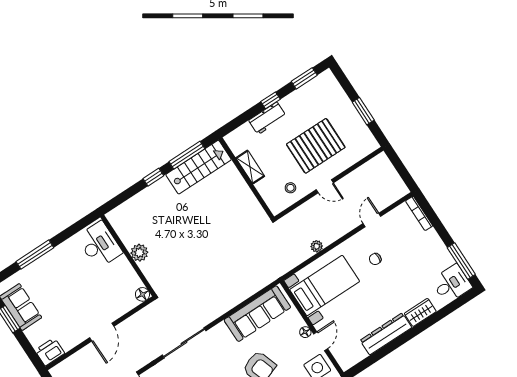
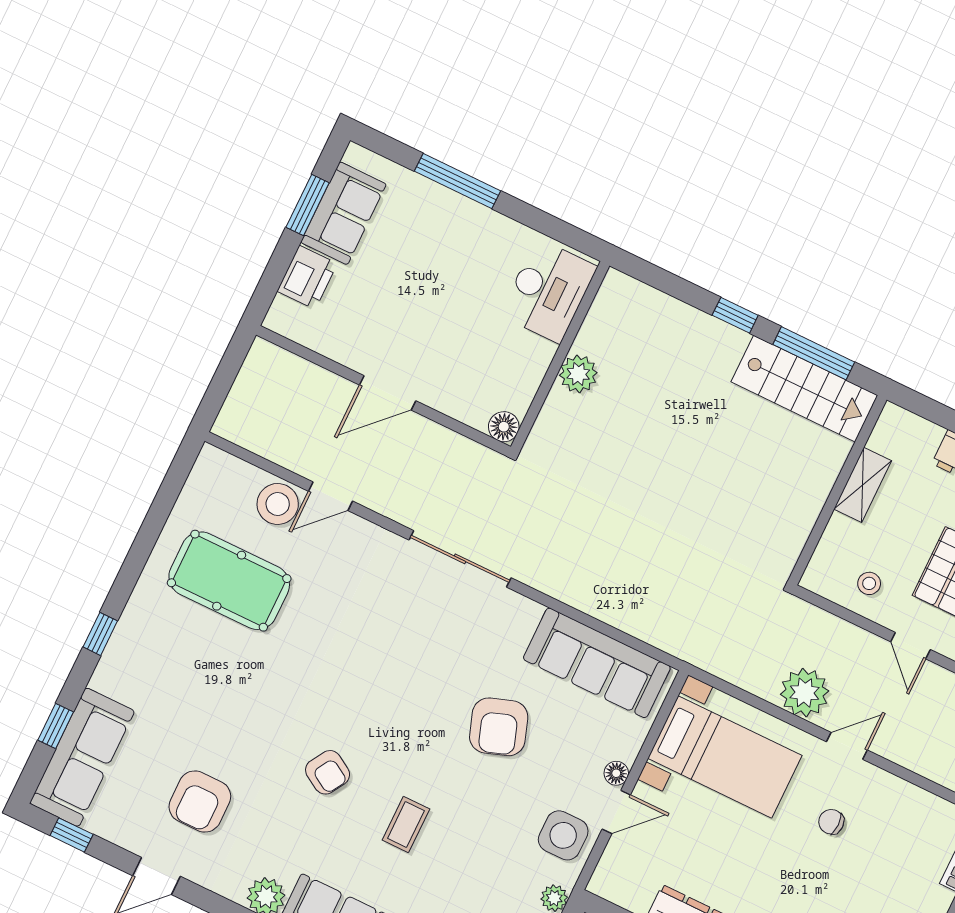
door: (372, 220) -> (847, 746), moved
plant: (317, 246) -> (805, 693), width x1.88, depth x1.88
printer: (50, 352) -> (307, 277), moved, turned 90

